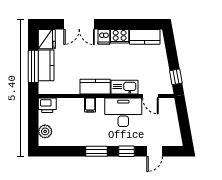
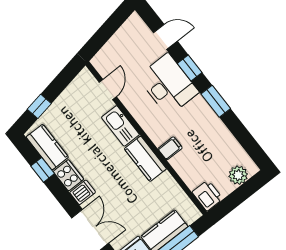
window: (134, 24) -> (43, 170), added
window: (176, 77) -> (39, 106), moved
desk: (123, 112) -> (168, 85), moved, turned 180

